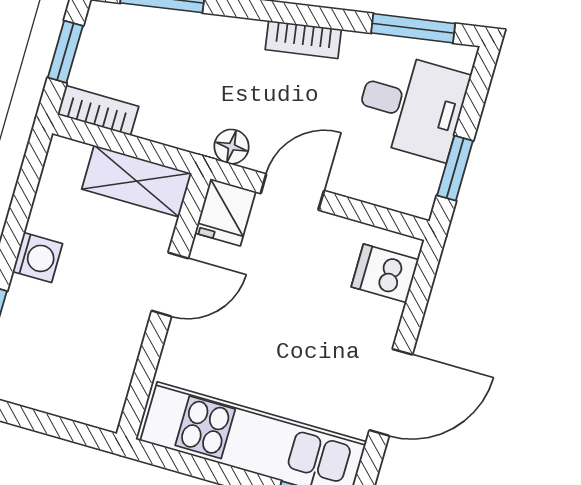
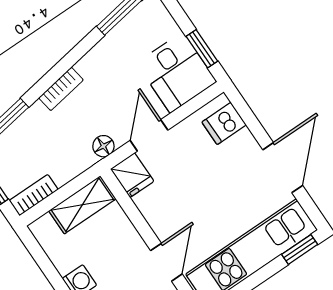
bookcase: (303, 40) -> (61, 89), moved
desk: (411, 106) -> (176, 72), moved, turned 90
door: (170, 285) -> (166, 262), moved

